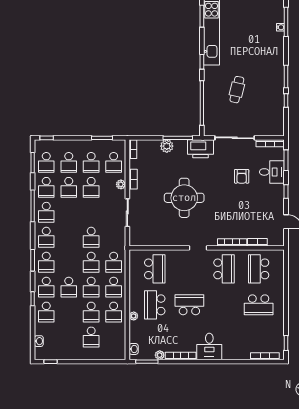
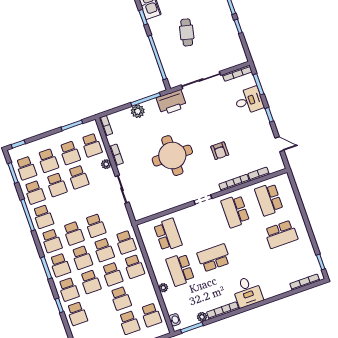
armchair: (242, 176) -> (220, 151), moved
school desk: (69, 237) -> (73, 233), added
school desk: (69, 262) -> (82, 258), added
school desk: (224, 269) -> (235, 211), turned 180
school desk: (114, 312) -> (151, 315), moved

